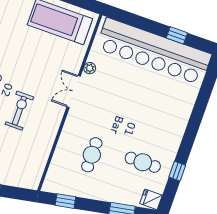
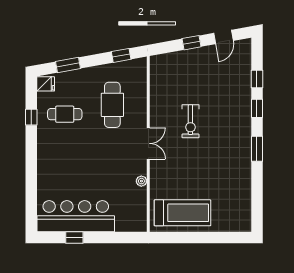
bar counter: (154, 51) -> (76, 216), width x0.73
double door: (74, 91) -> (148, 143), moved
cafe table: (92, 155) -> (112, 105), width x1.37, depth x1.35

